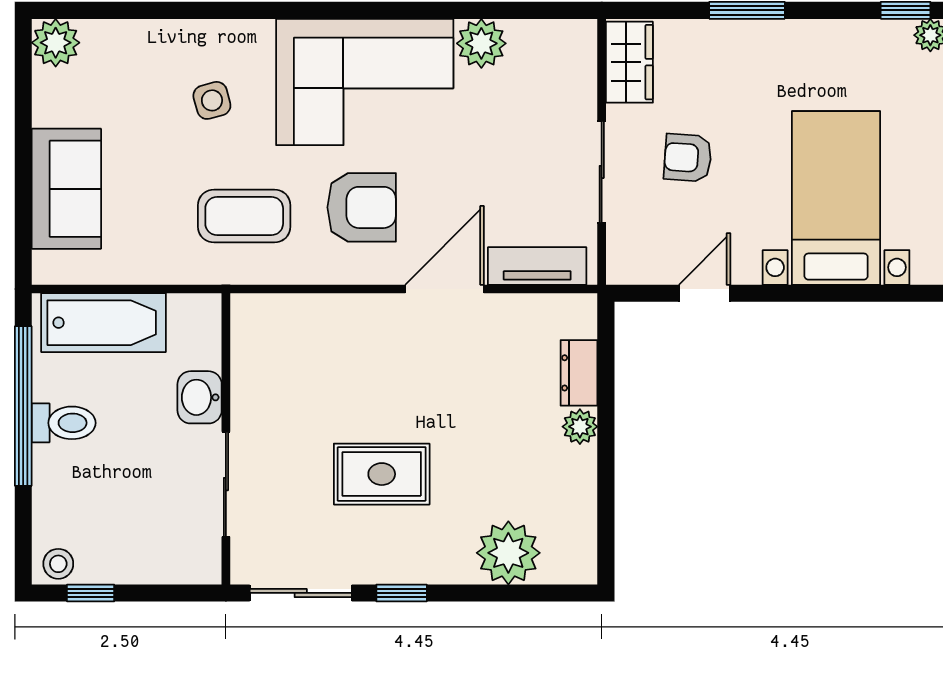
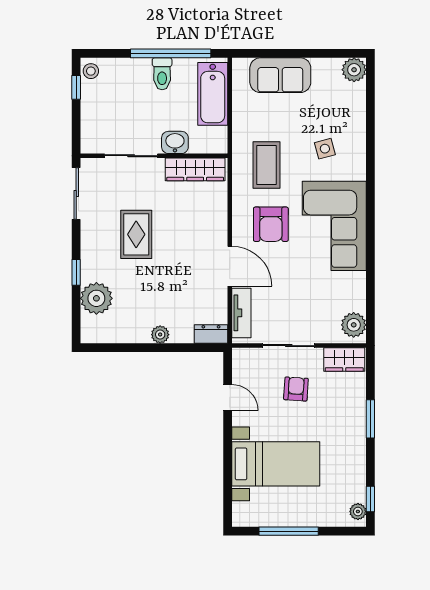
plant: (481, 43) -> (354, 325), moved
wardrobe: (253, 357) -> (195, 169), added
dresser: (579, 373) -> (211, 334), moved
window: (402, 593) -> (76, 272), moved

